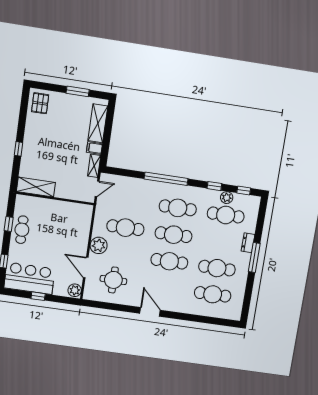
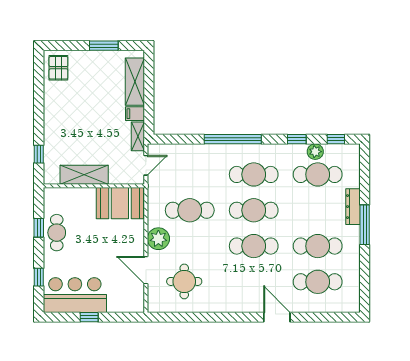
window: (18, 149) -> (39, 154), moved
shelving: (36, 187) -> (84, 175), moved
booth: (73, 215) -> (120, 203), added
dresser: (248, 243) -> (353, 207), width x1.44
plant: (75, 290) -> (136, 302), removed
door: (150, 312) -> (277, 317), moved

